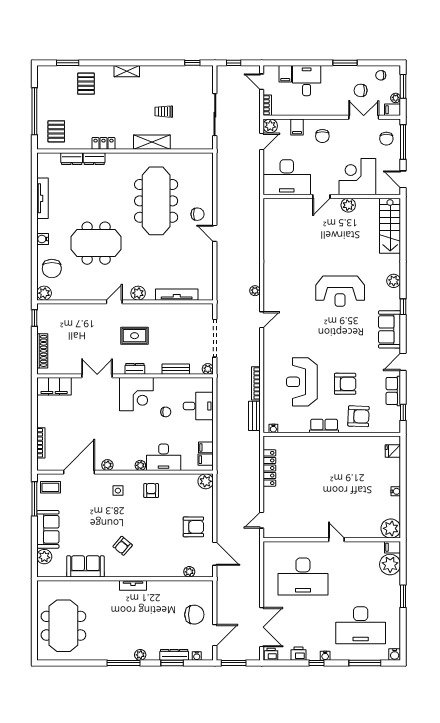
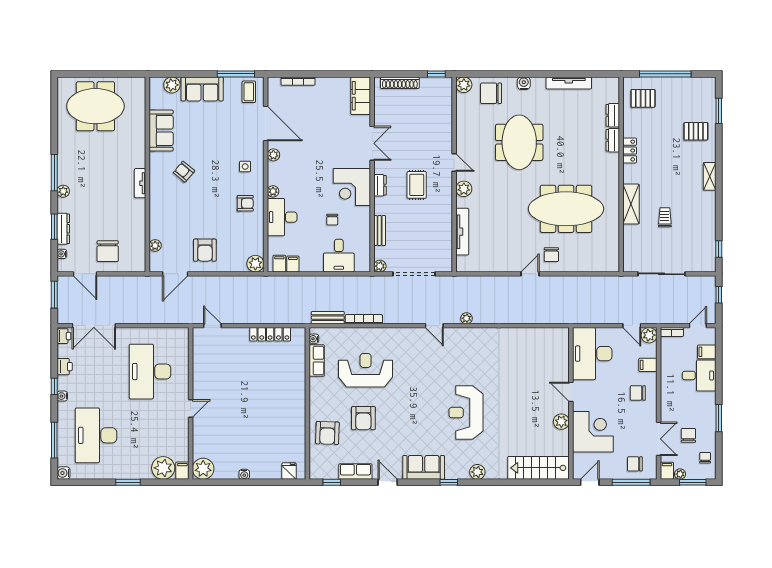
row of seats: (324, 426) -> (317, 361), moved

